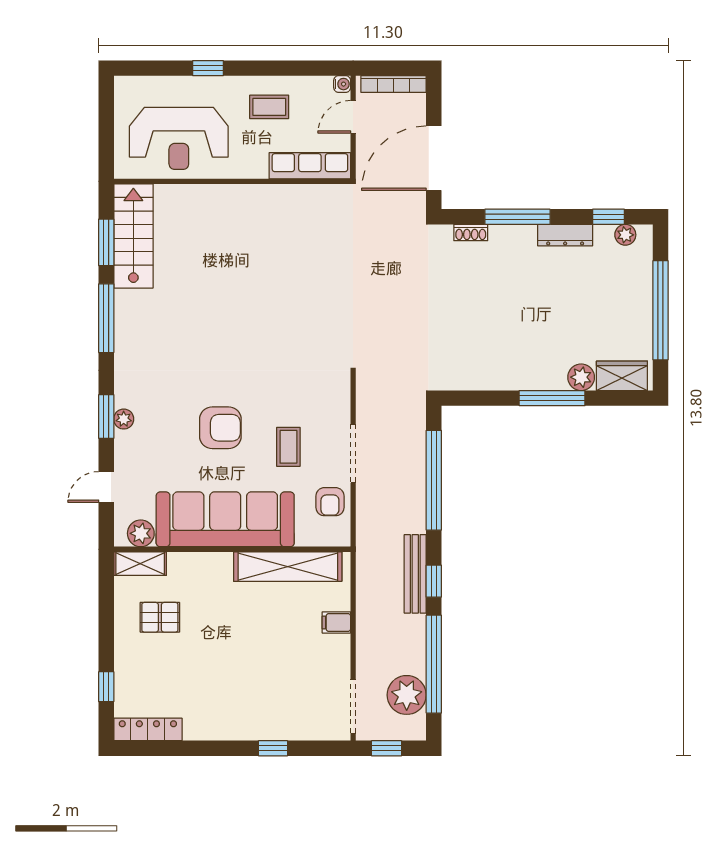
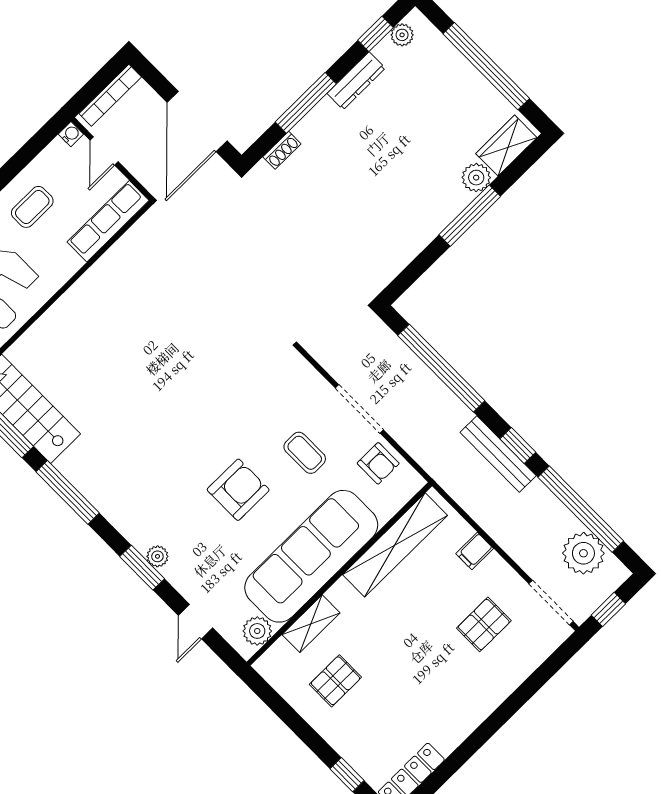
shelving: (140, 564) -> (311, 624), moved
pallet: (294, 677) -> (484, 624), added
window: (273, 748) -> (521, 695), removed

